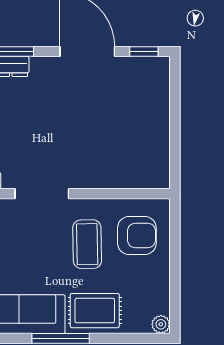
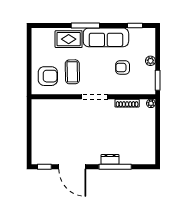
armchair: (137, 235) -> (48, 76), turned 180
plant: (161, 324) -> (36, 32), removed

